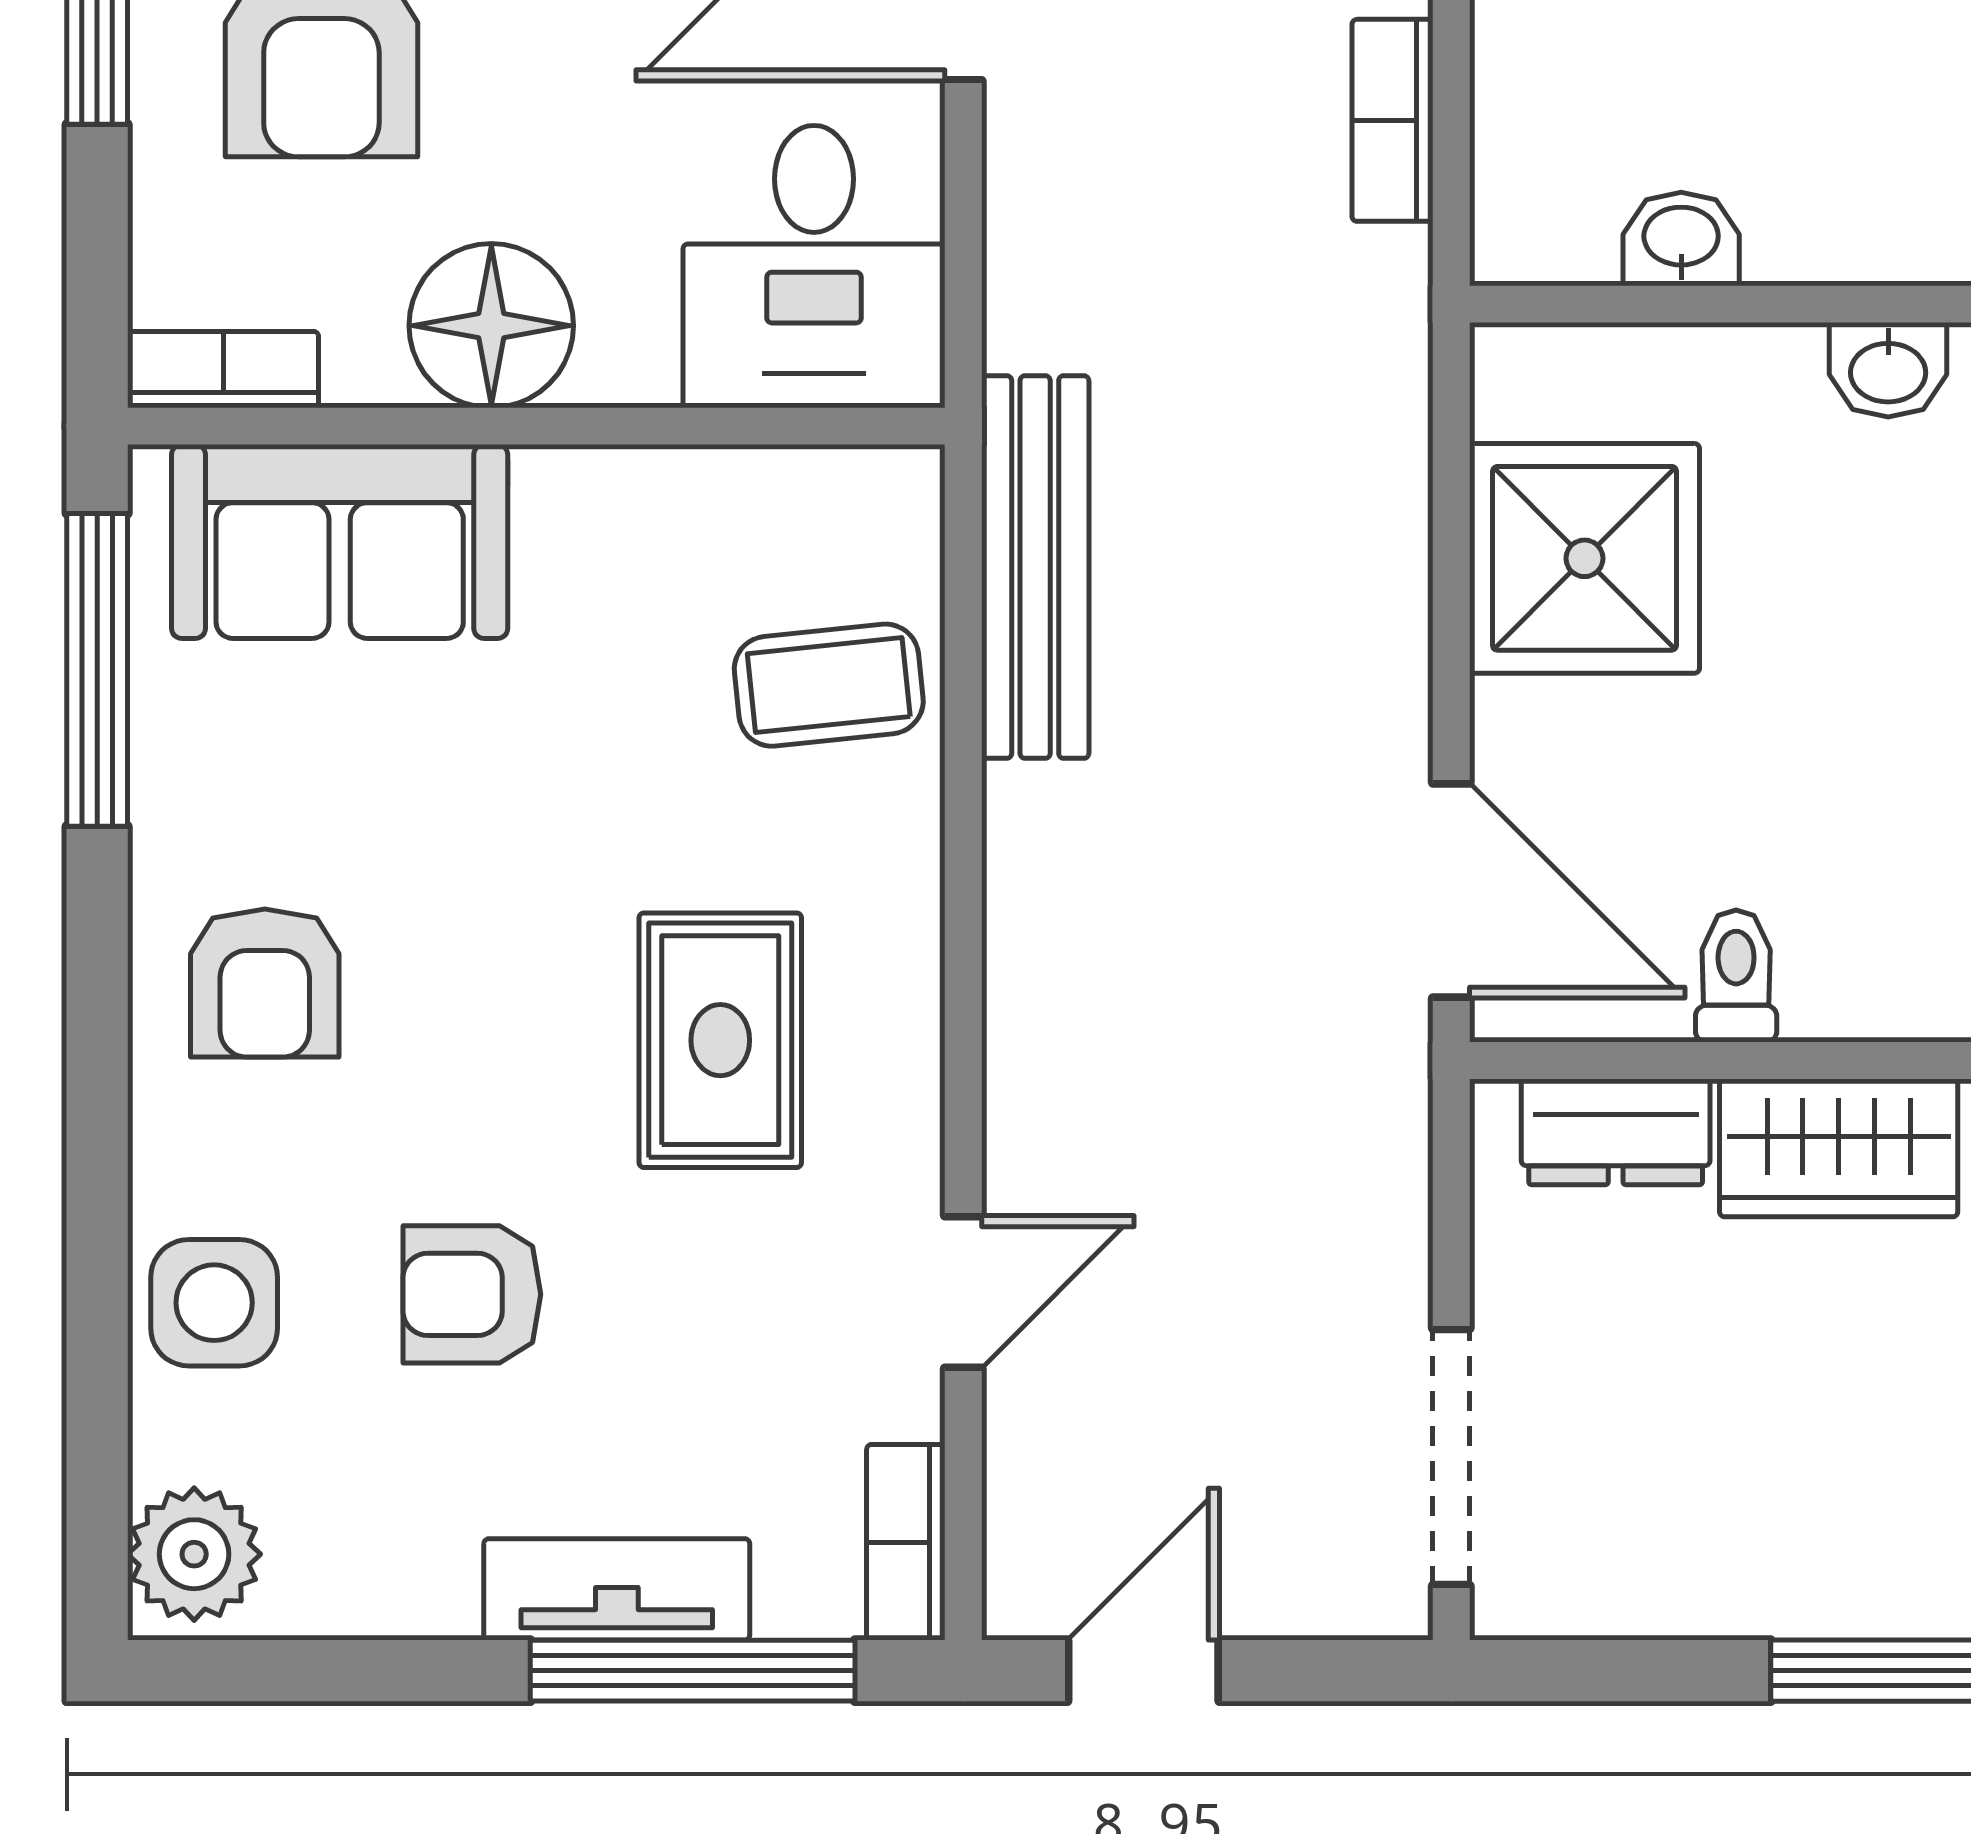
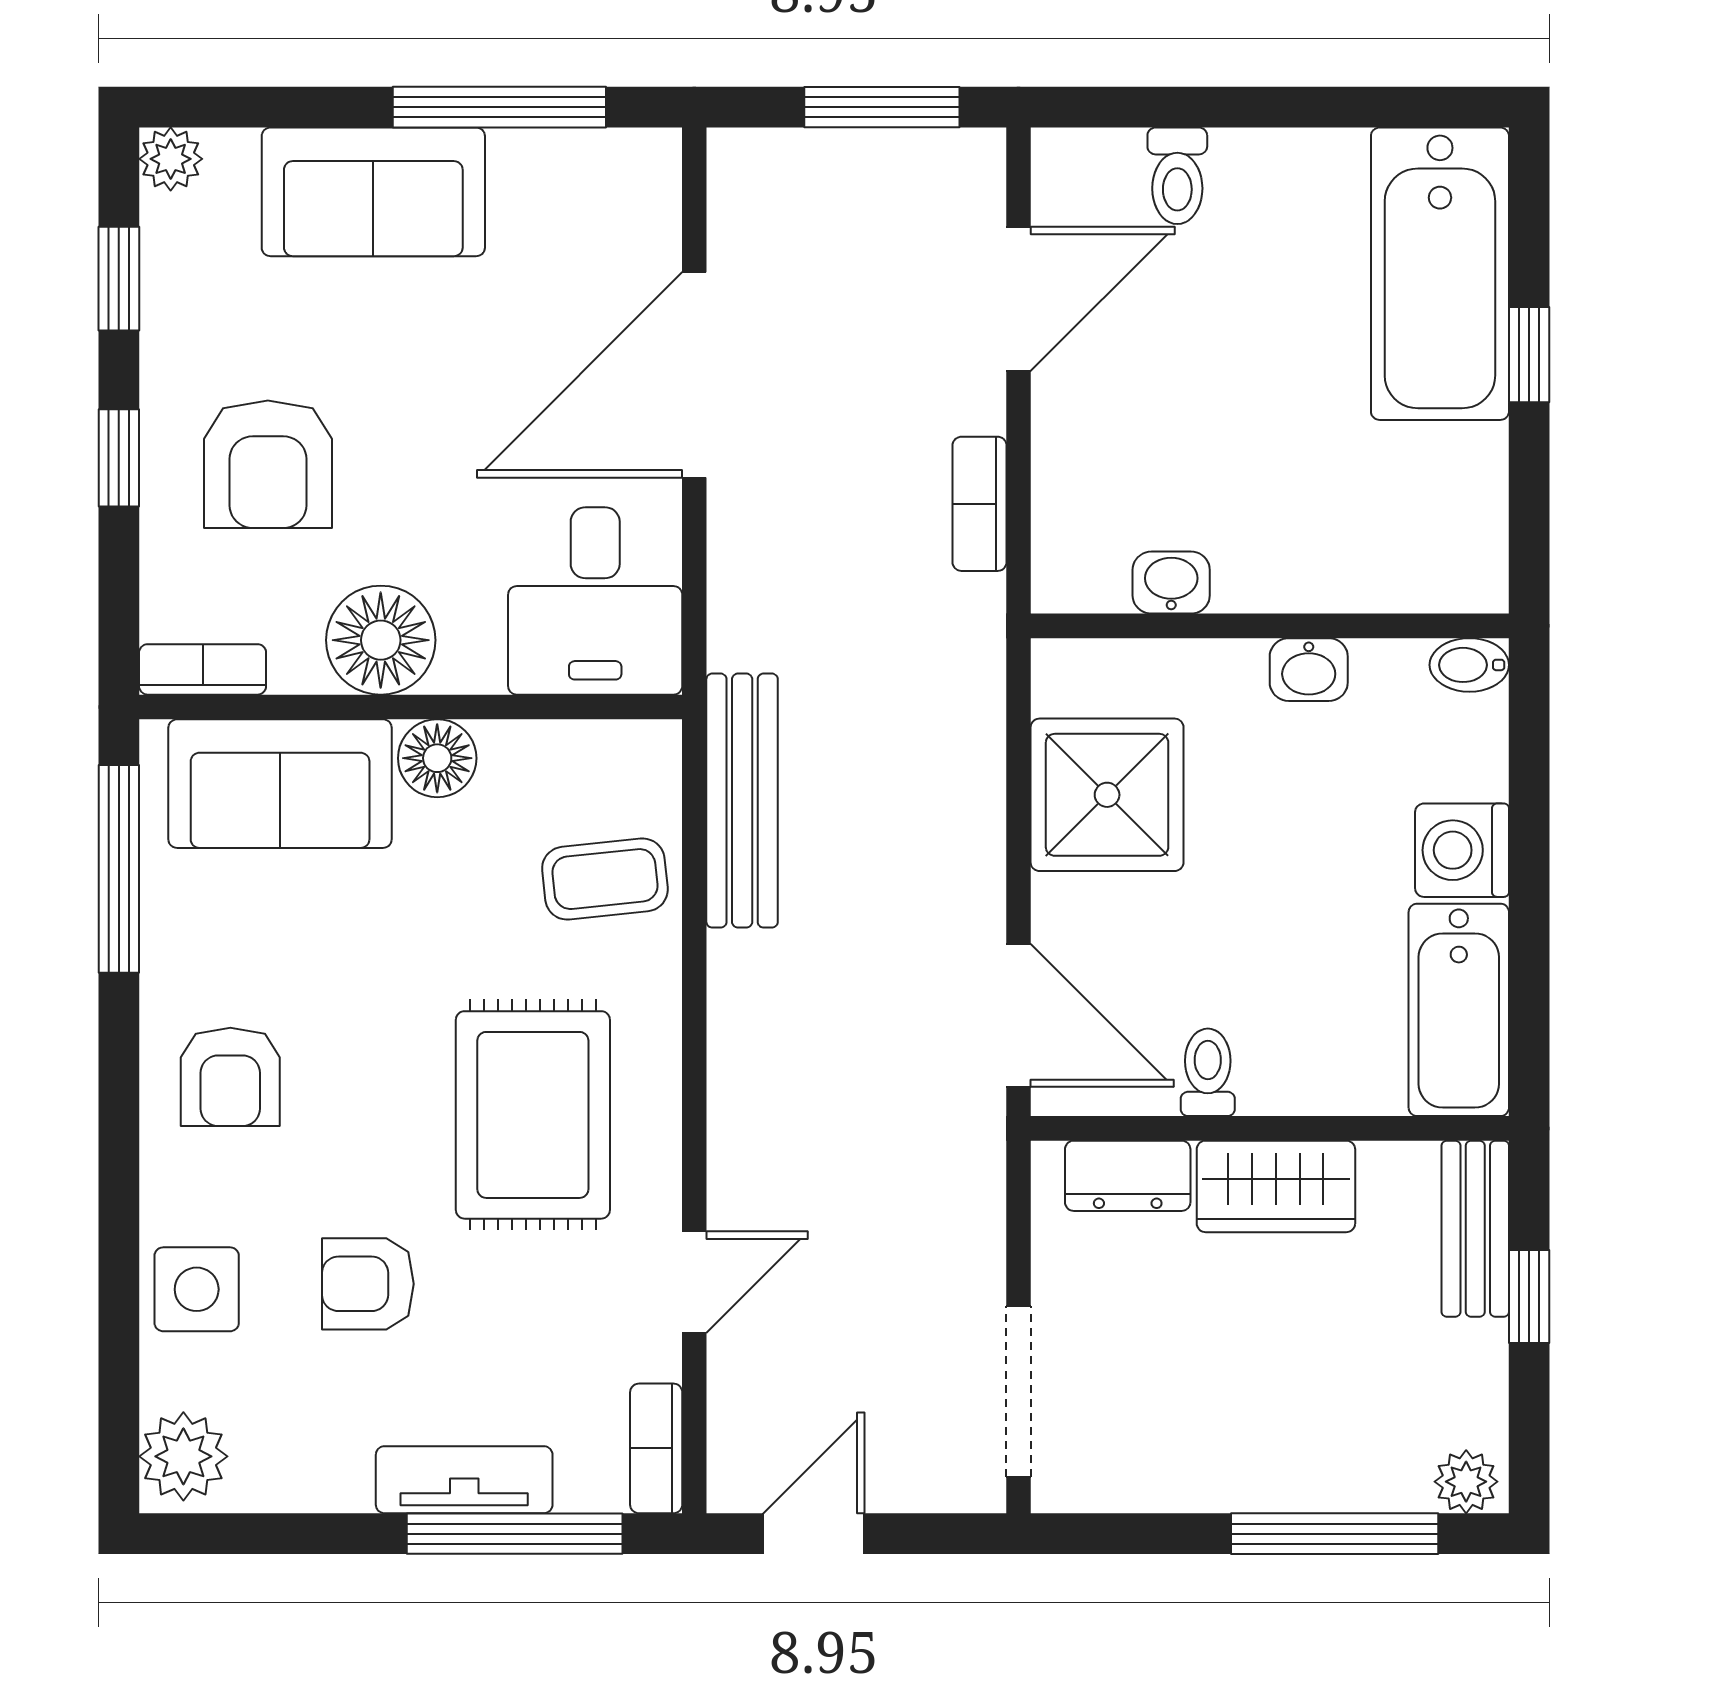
floor lamp: (576, 503) -> (437, 758), added
rug: (720, 1040) -> (533, 1115), width x1.36, depth x1.43

